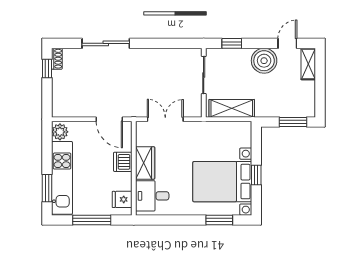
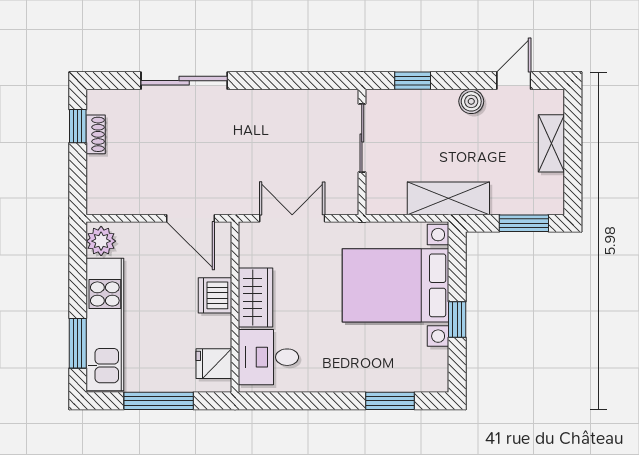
shoe rack: (57, 59) -> (96, 134), moved
boiler: (264, 61) -> (471, 101), width x0.54, depth x0.54
shelving: (308, 64) -> (551, 143), moved
shelving: (232, 108) -> (448, 198), moved
bed with nightstands: (222, 182) -> (396, 285), moved

